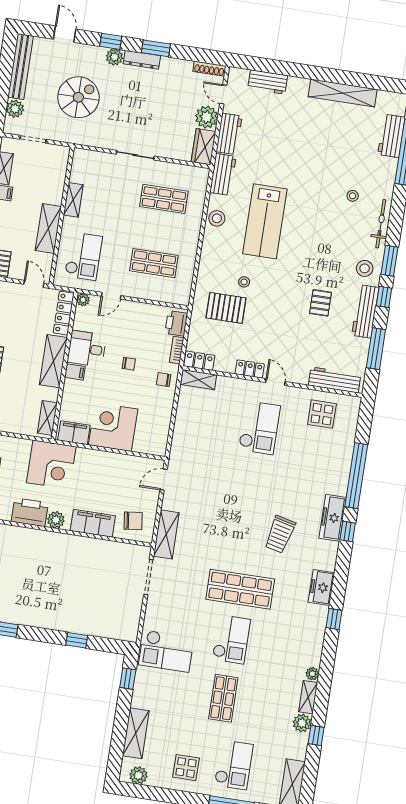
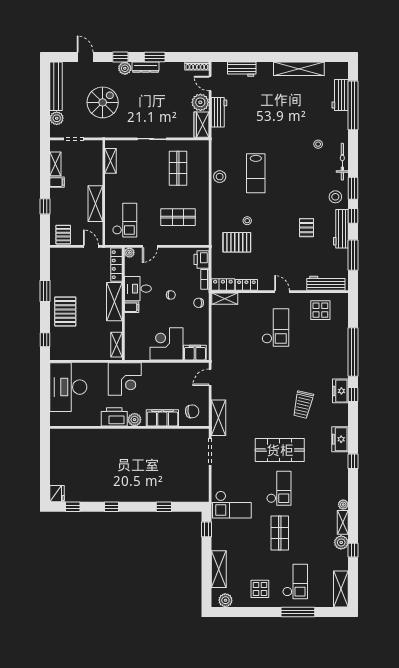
workbench: (223, 174) -> (219, 143), removed
shop shelf: (164, 199) -> (178, 168), turned 90
shelving: (73, 200) -> (111, 161), moved
lab bench: (265, 221) -> (256, 173), width x0.73, depth x0.72
locker: (250, 369) -> (246, 285), moved
filing cabinet: (74, 433) -> (195, 353), moved
freezer: (333, 518) -> (340, 391), width x0.71

